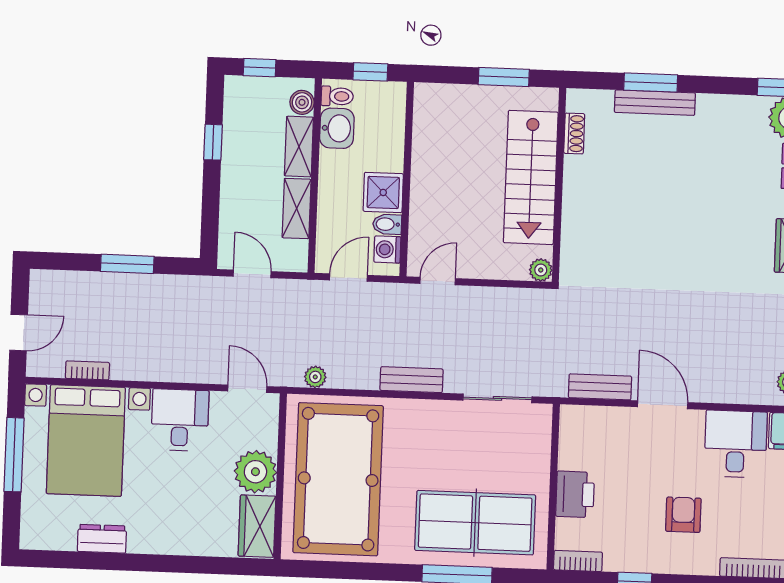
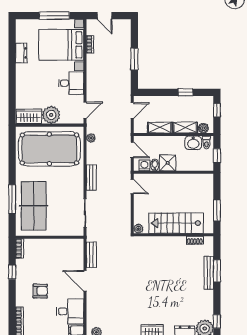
door: (663, 405) -> (85, 281), swing flipped
printer: (575, 494) -> (47, 246), removed

